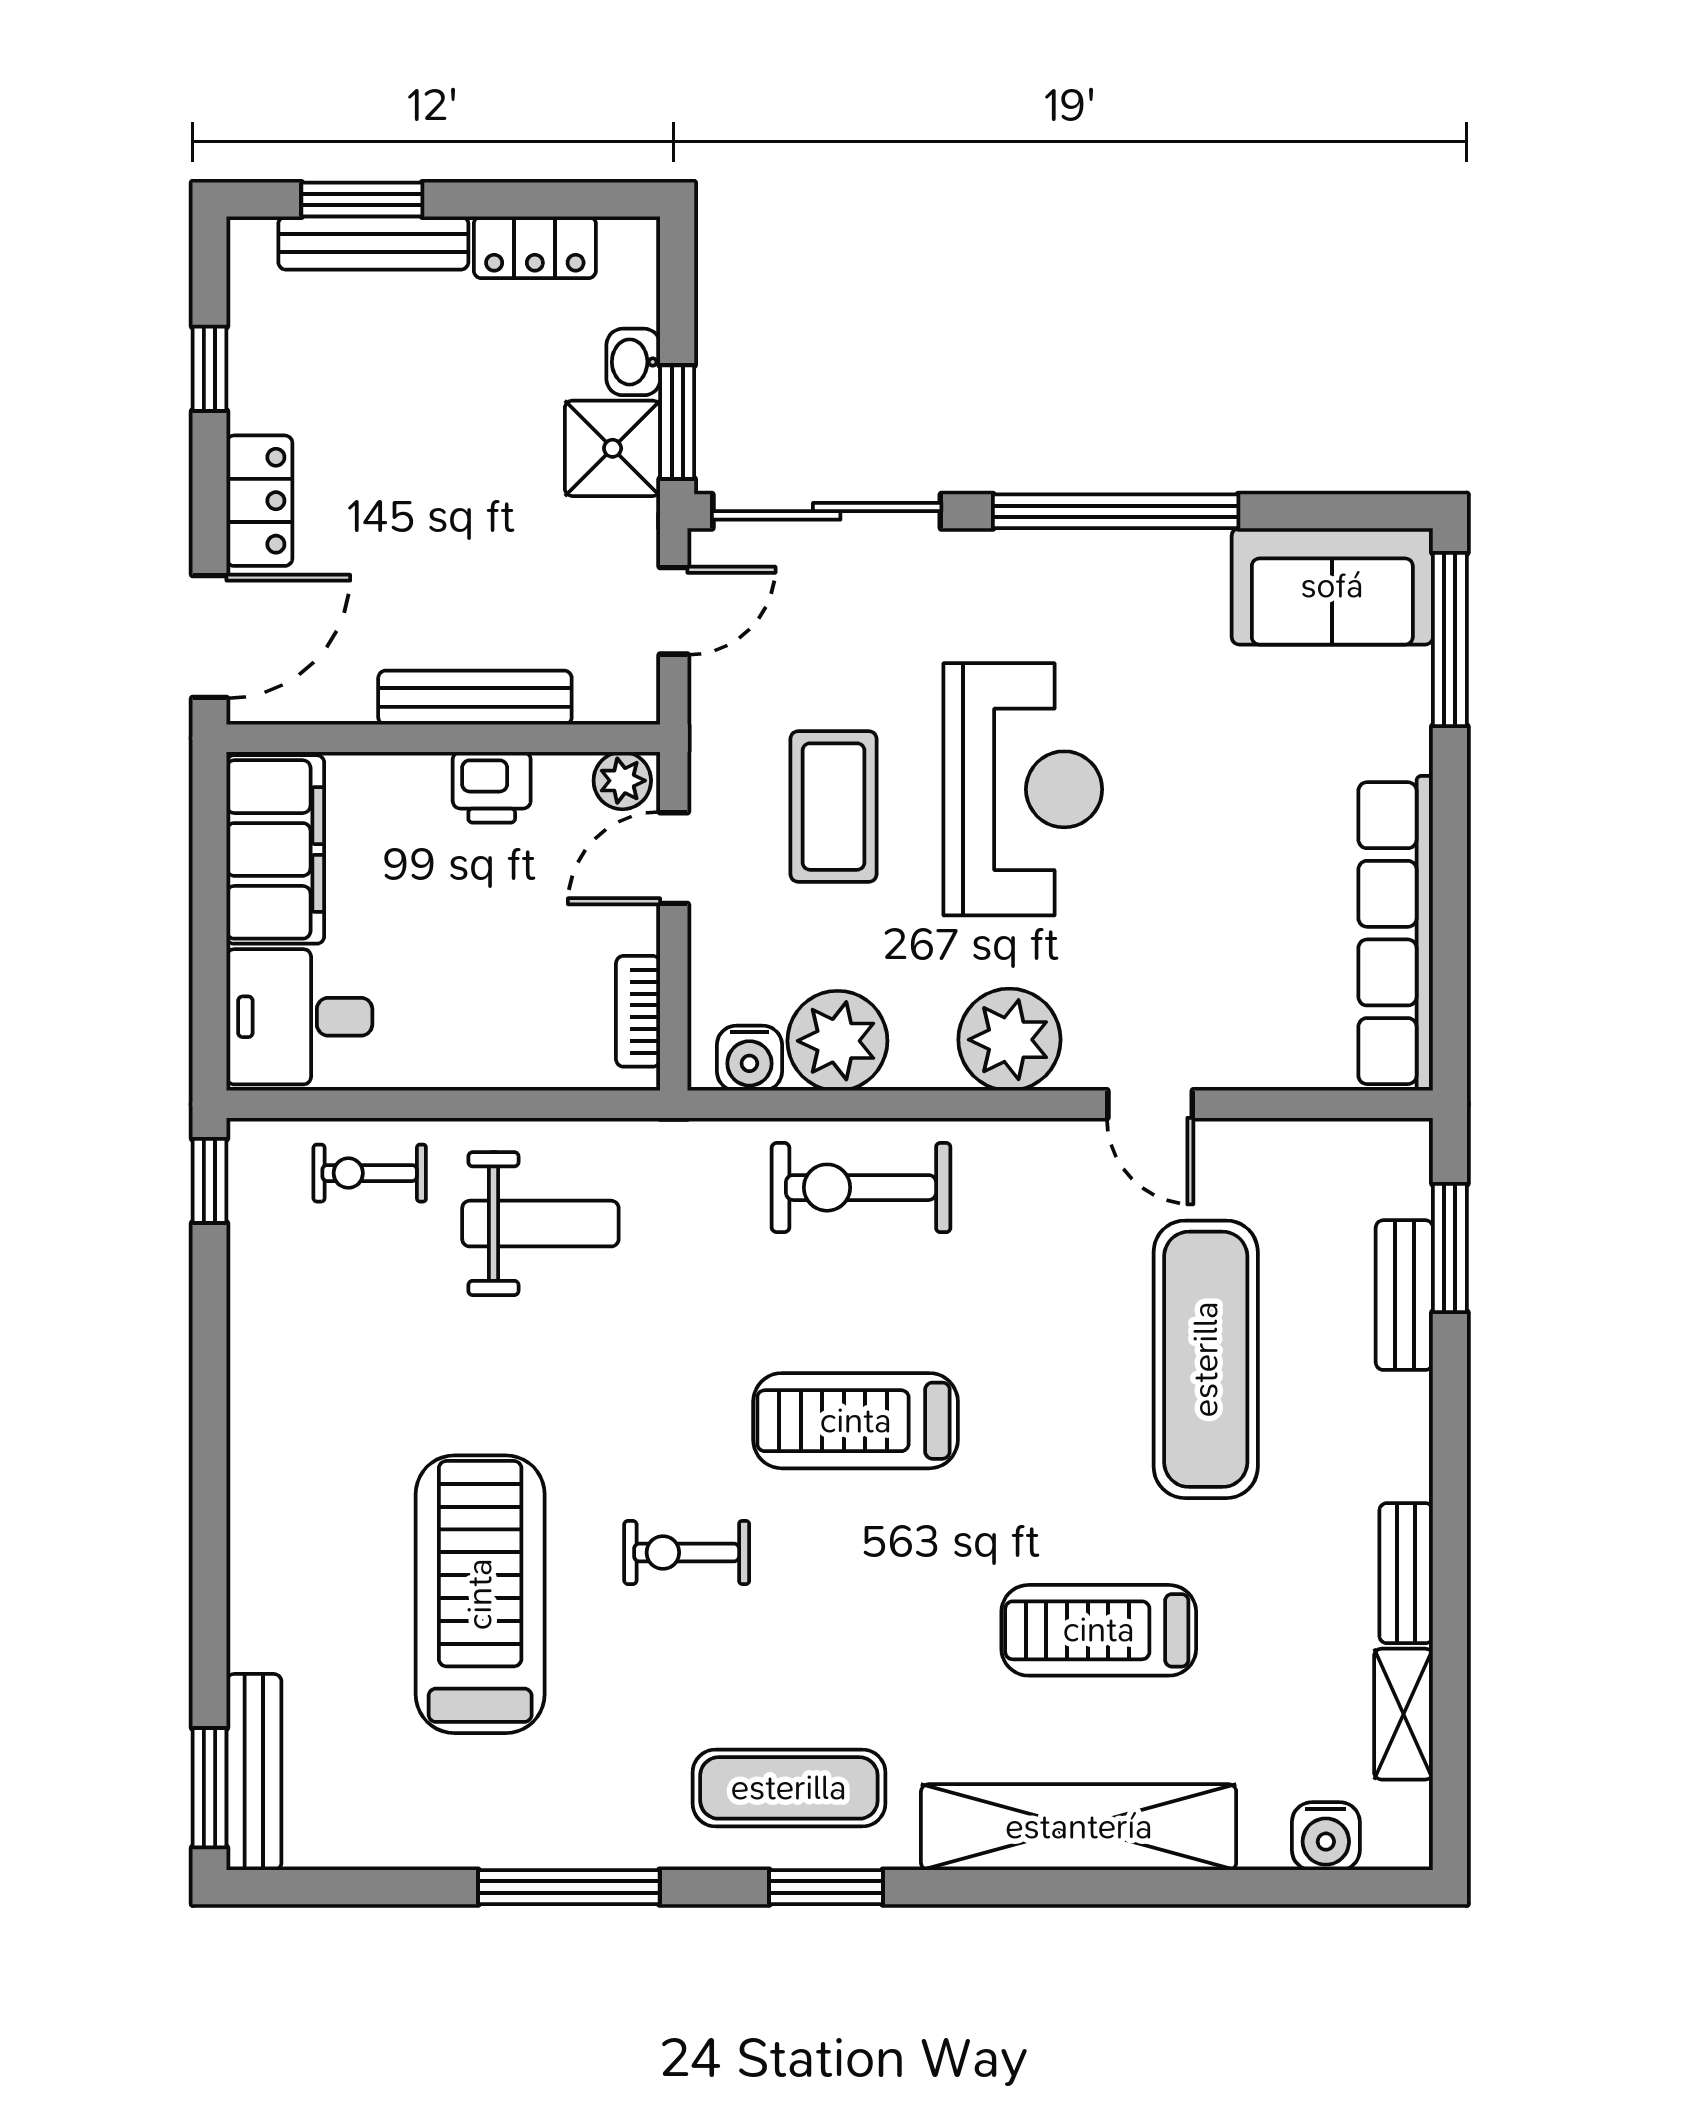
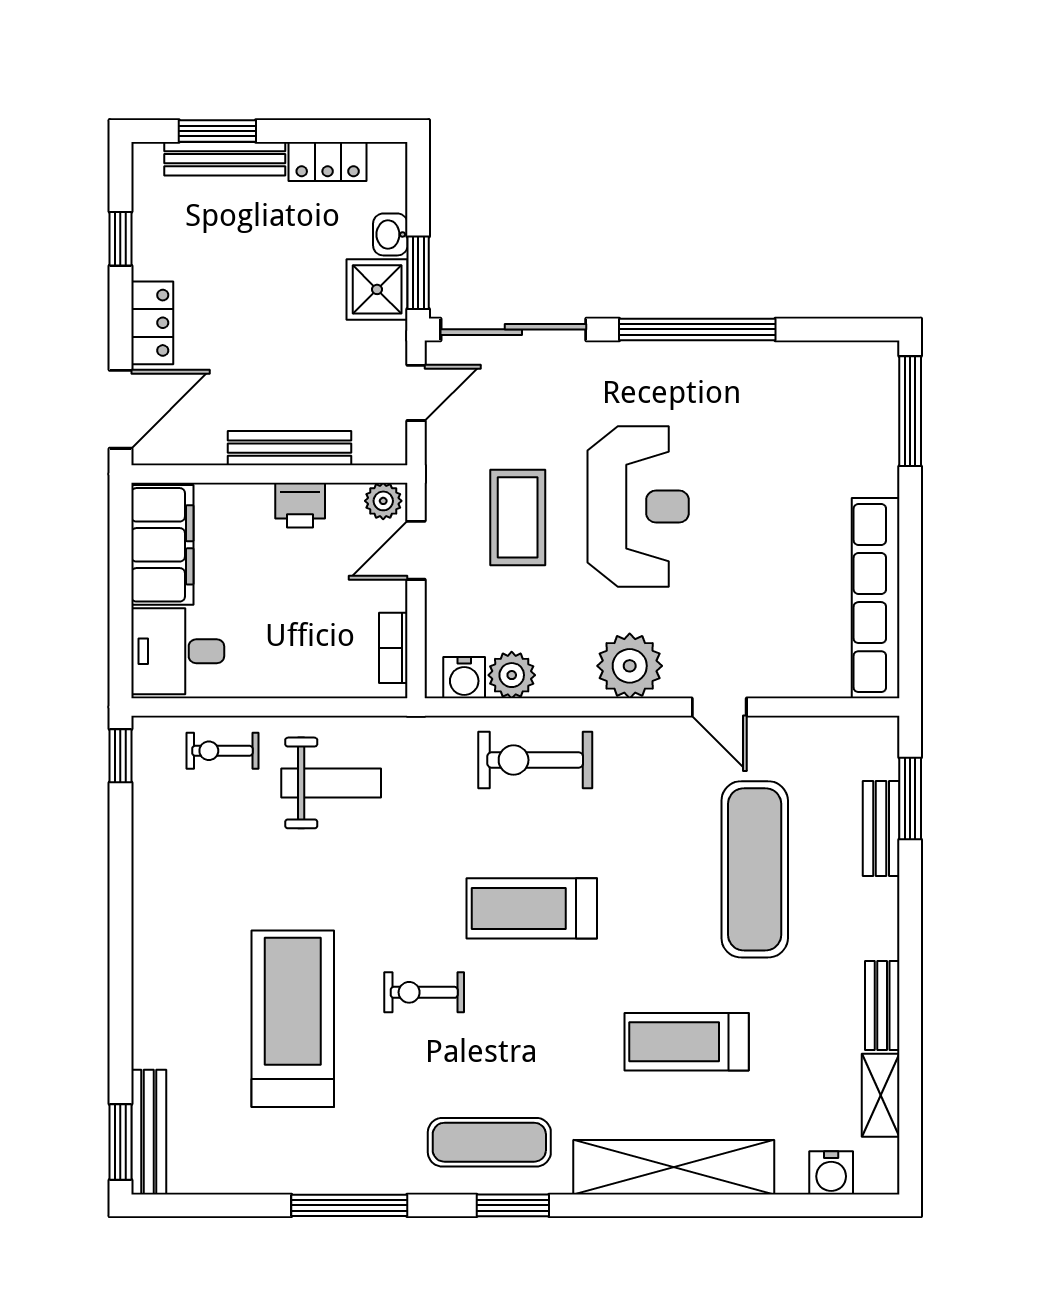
sofa: (1332, 586) -> (835, 377), removed
plant: (837, 1041) -> (512, 675), width x0.73, depth x0.73

